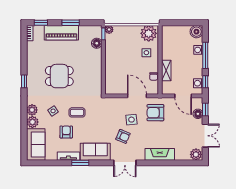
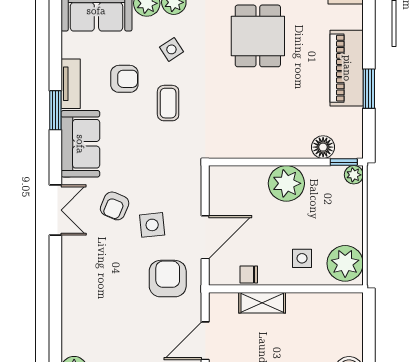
window: (41, 23) -> (369, 22), removed
plant: (113, 60) -> (286, 183), added
dining table: (59, 76) -> (258, 36), moved
fireplace: (160, 154) -> (75, 288), removed
double door: (125, 163) -> (55, 210), swing flipped

